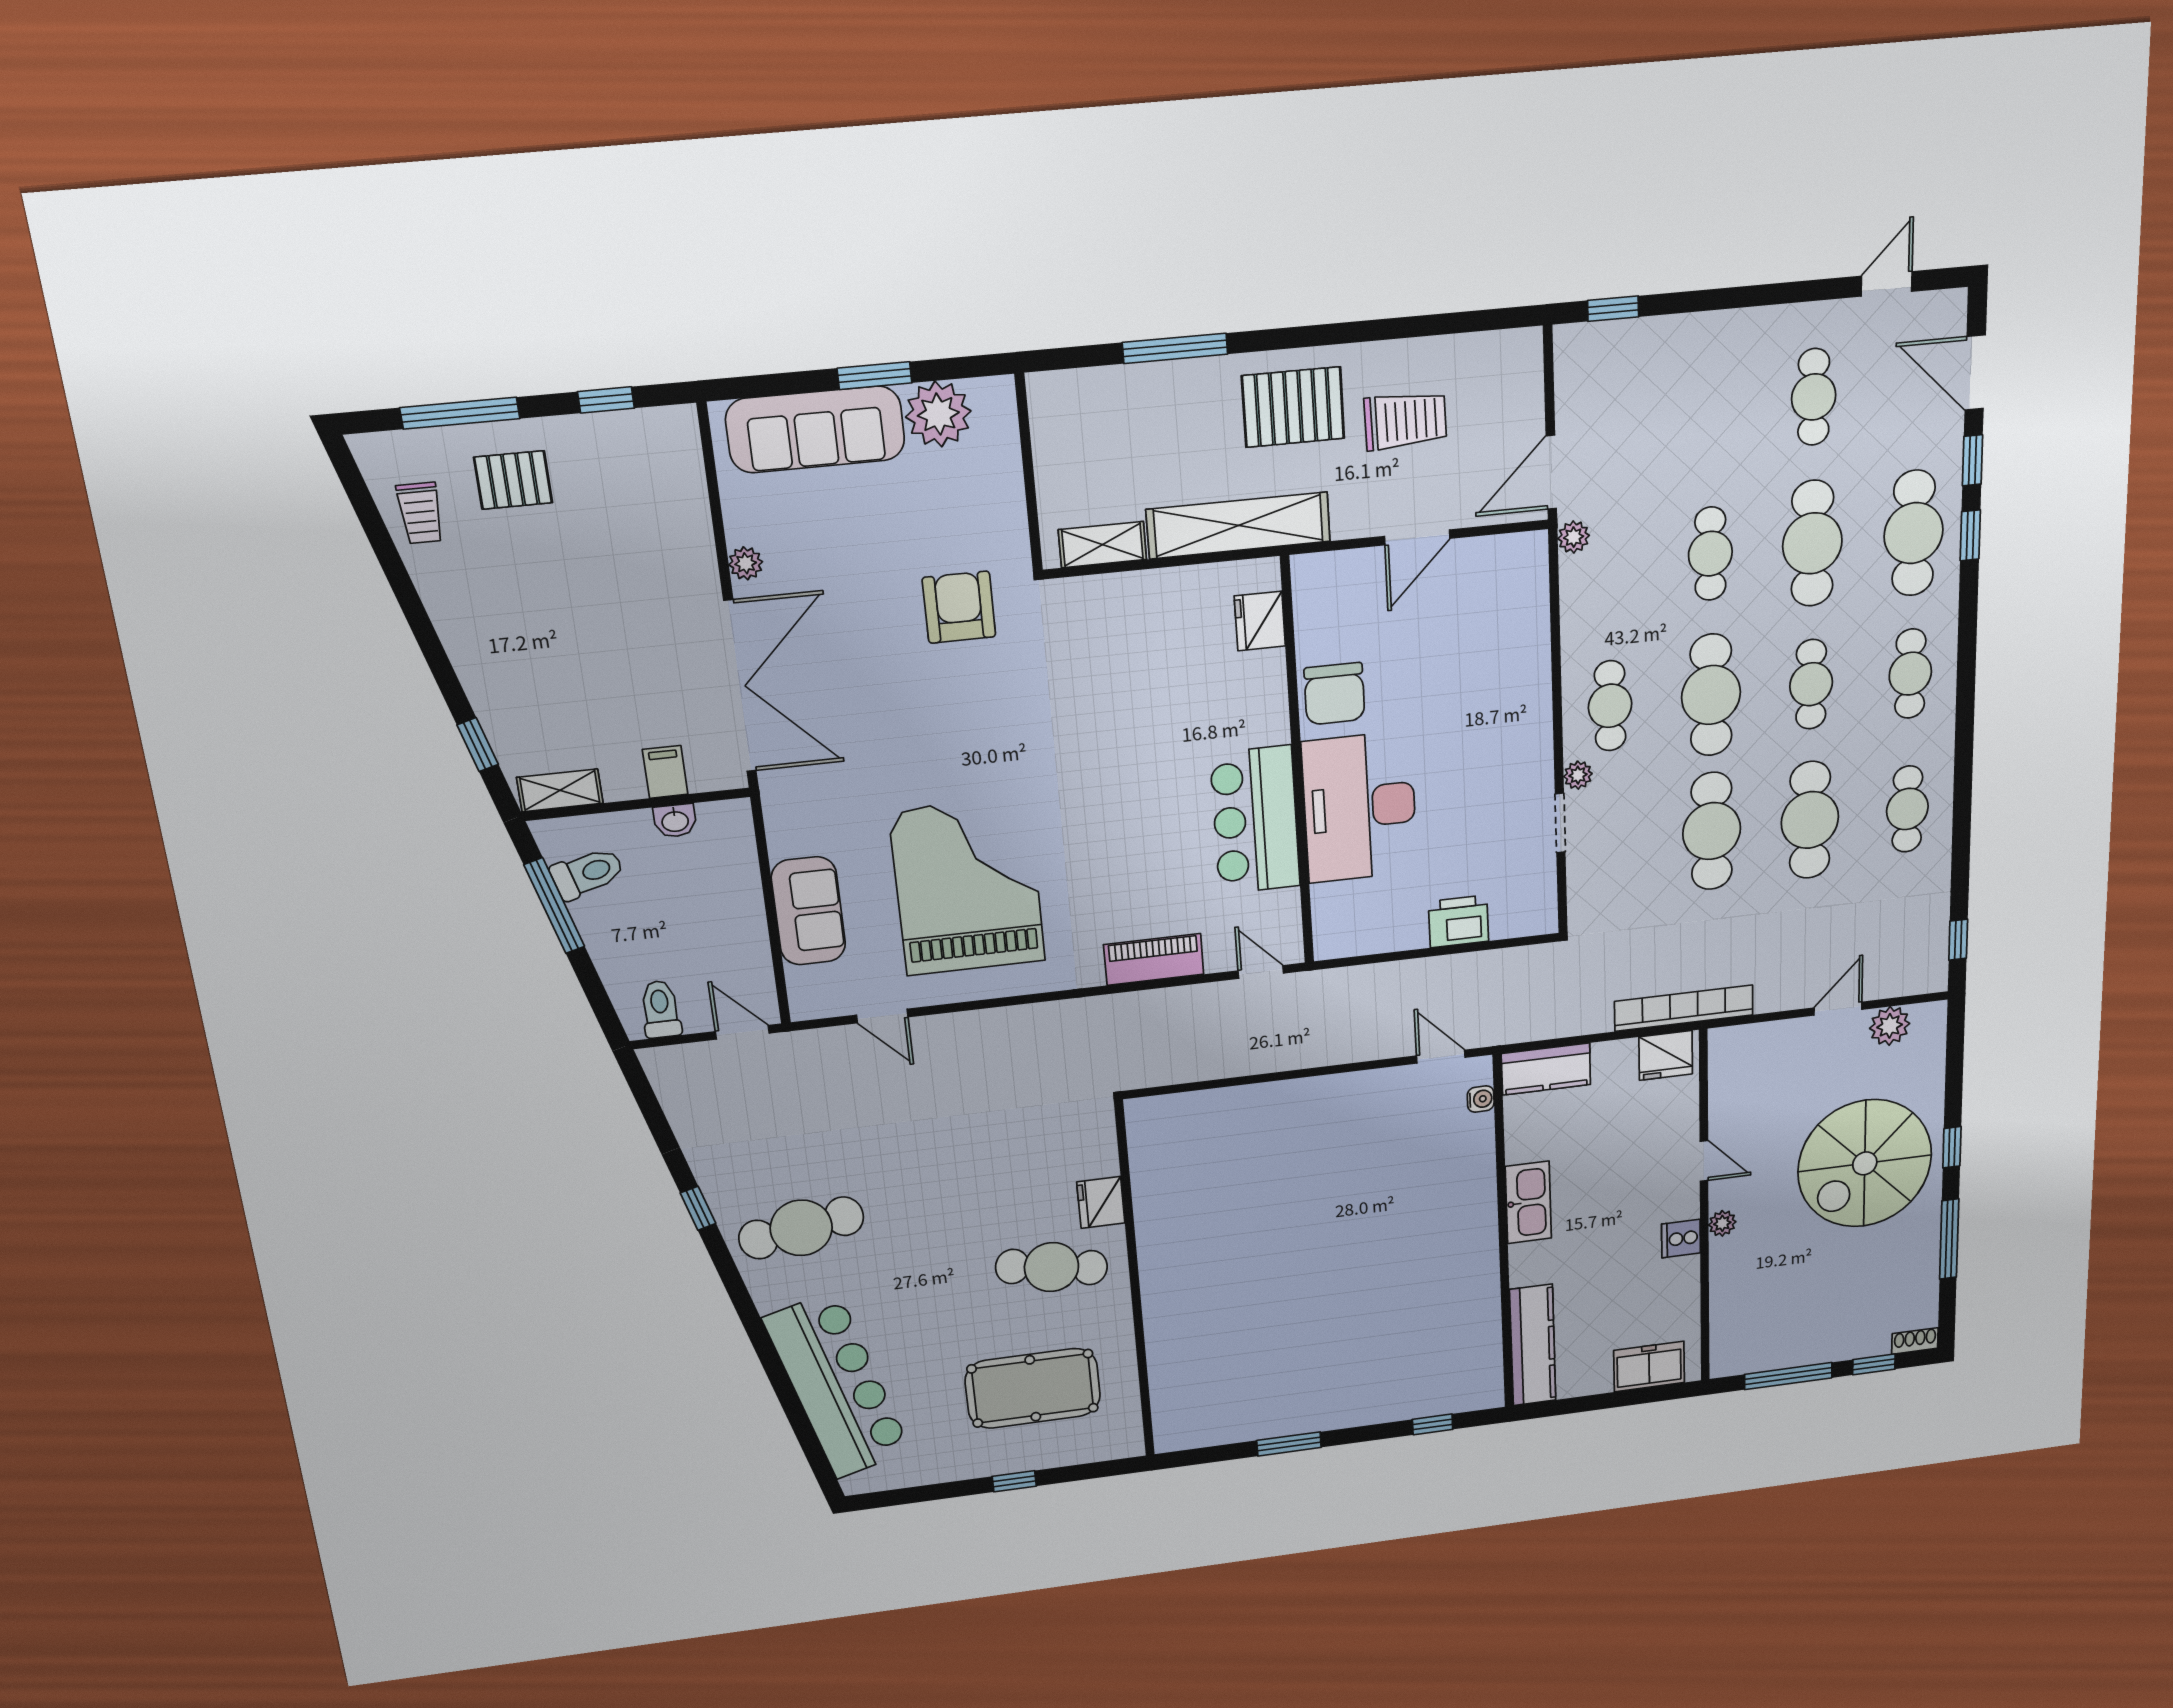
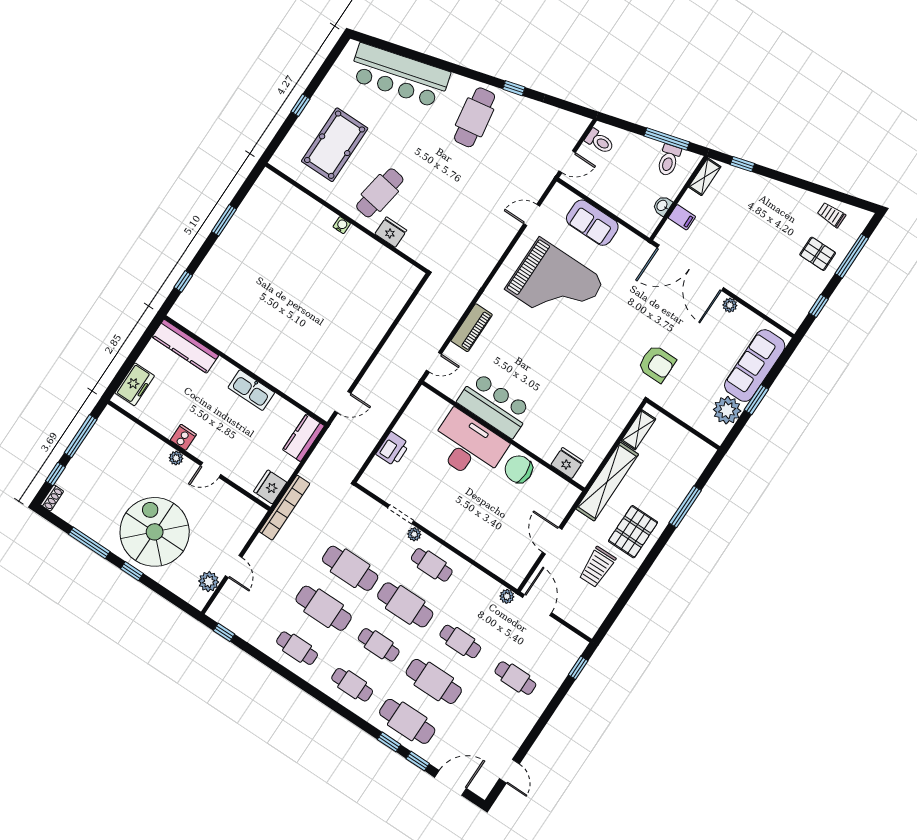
cafe table: (1814, 397) -> (515, 678), moved
pallet: (513, 480) -> (818, 254), turned 90
water cooler: (1481, 1099) -> (342, 225), moved, turned 180

